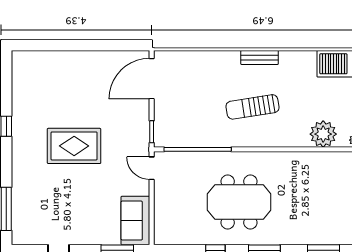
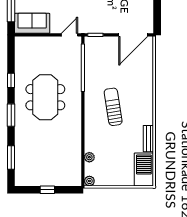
bench: (260, 57) -> (148, 139), moved
door: (152, 79) -> (133, 35), swing flipped
plant: (323, 134) -> (89, 157), width x0.53, depth x0.53

